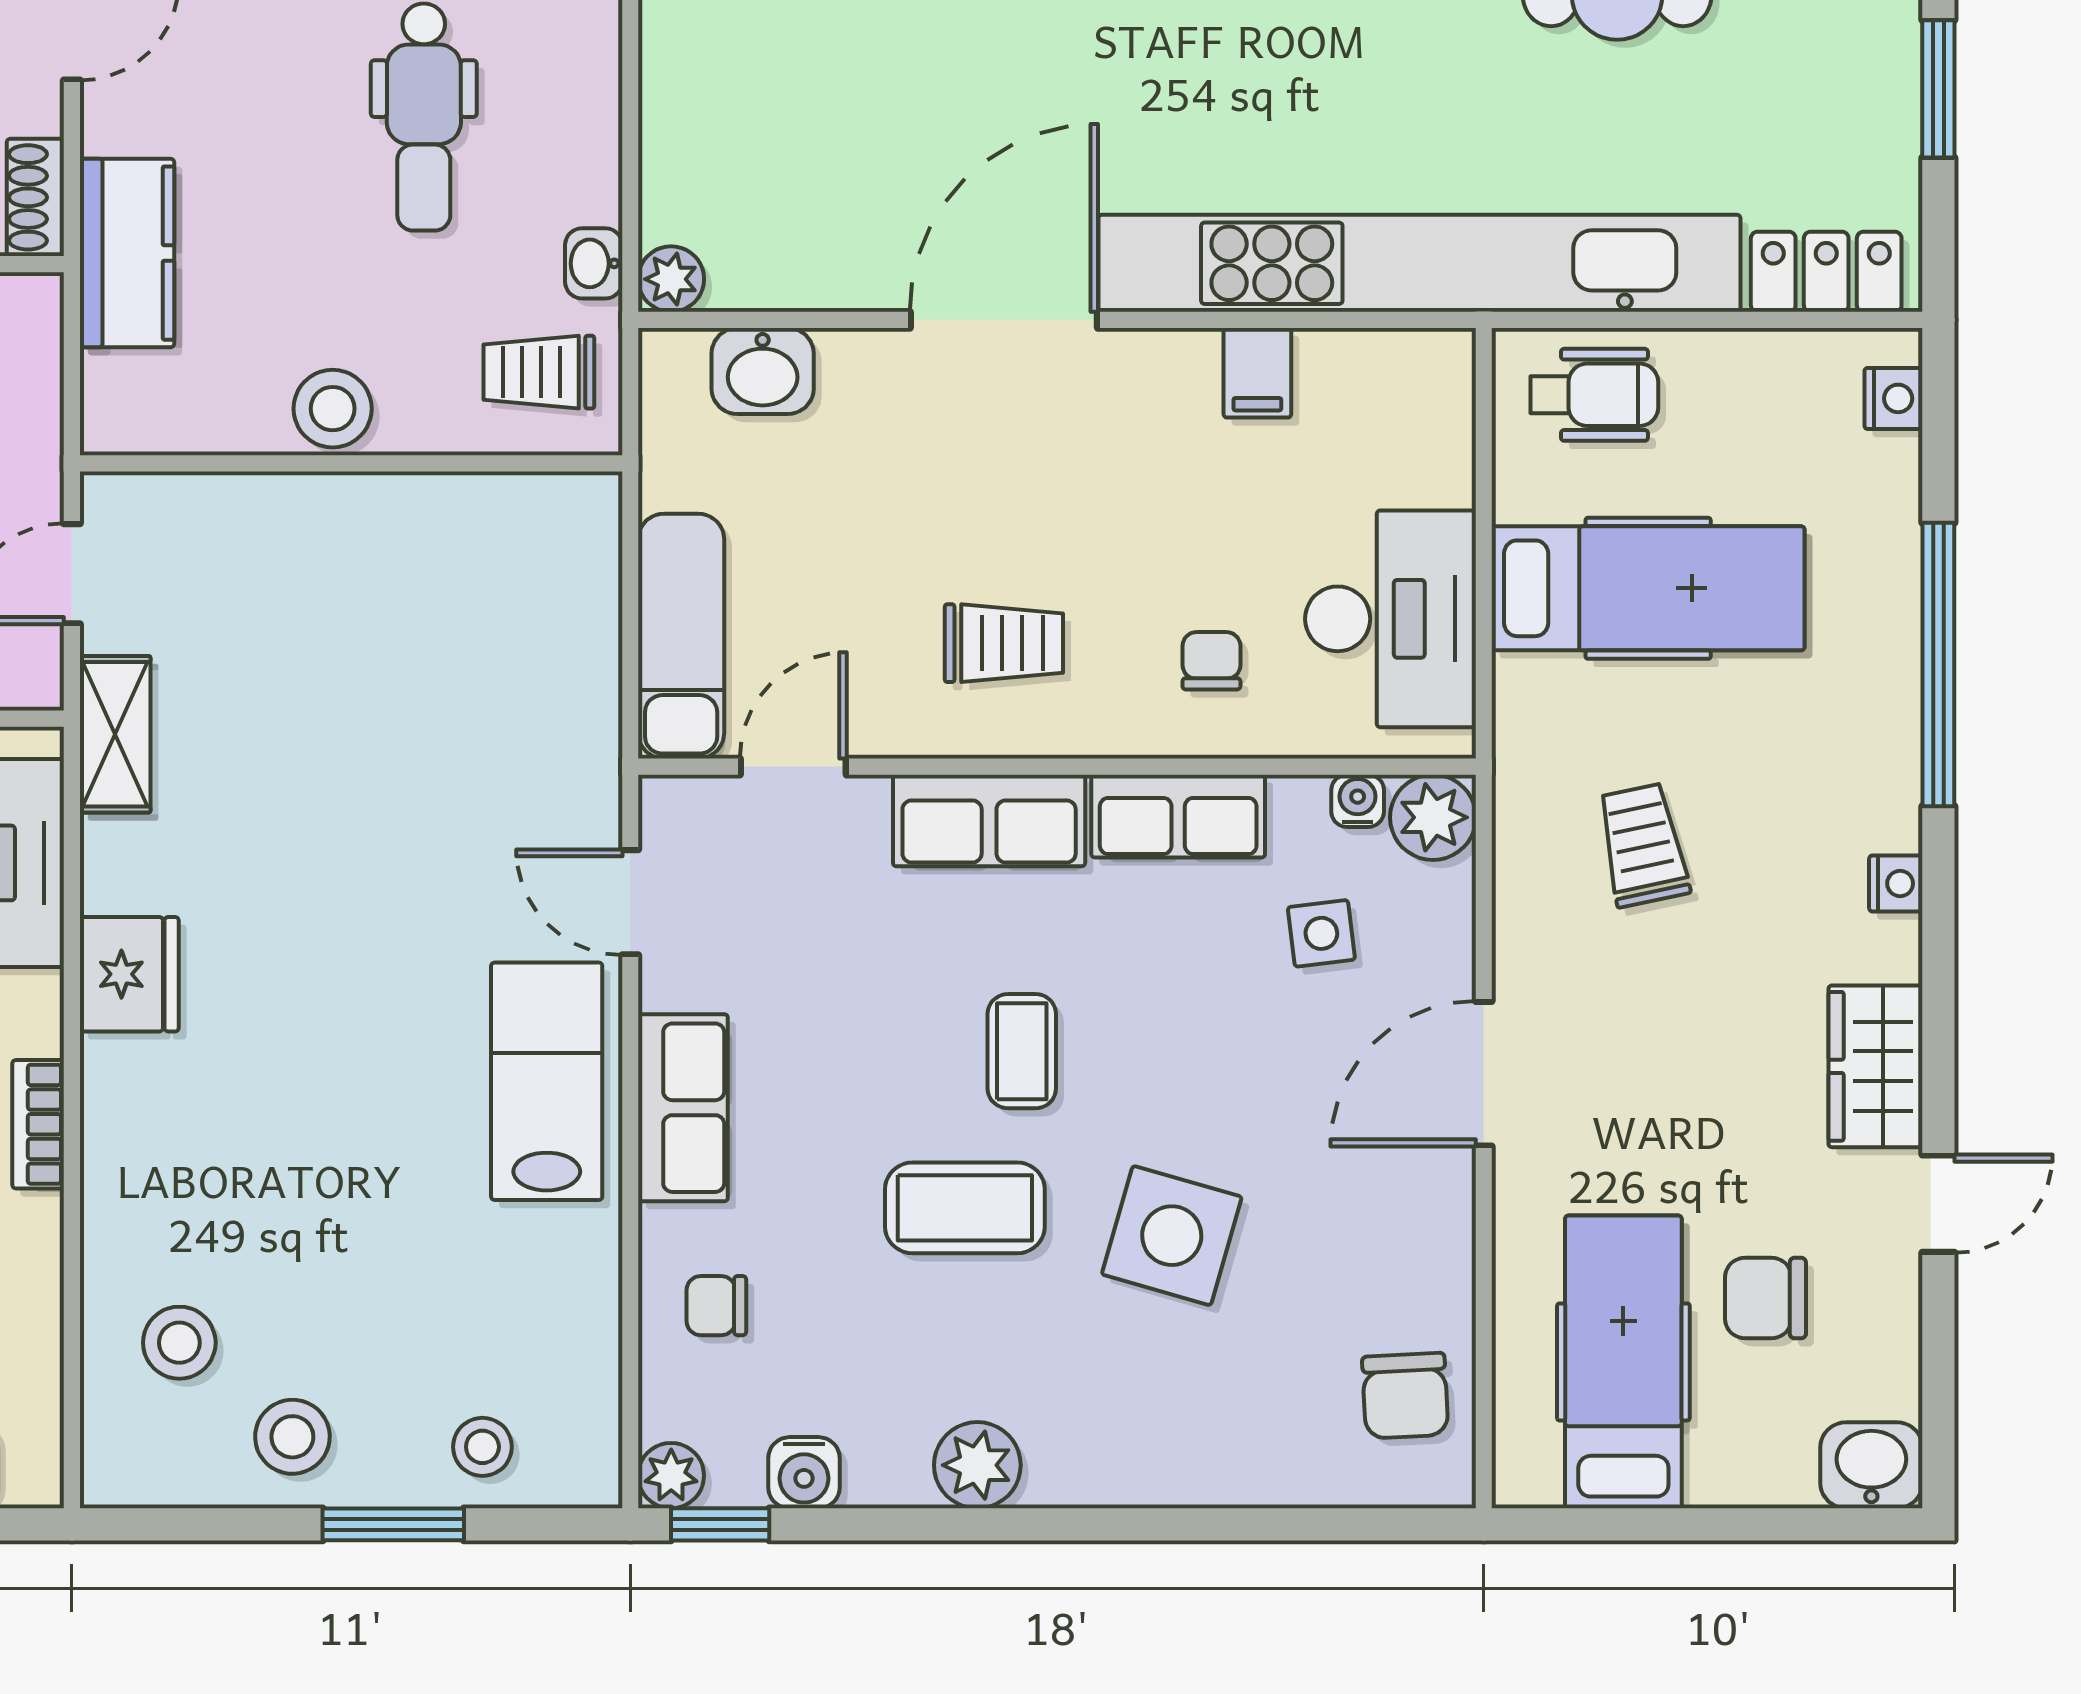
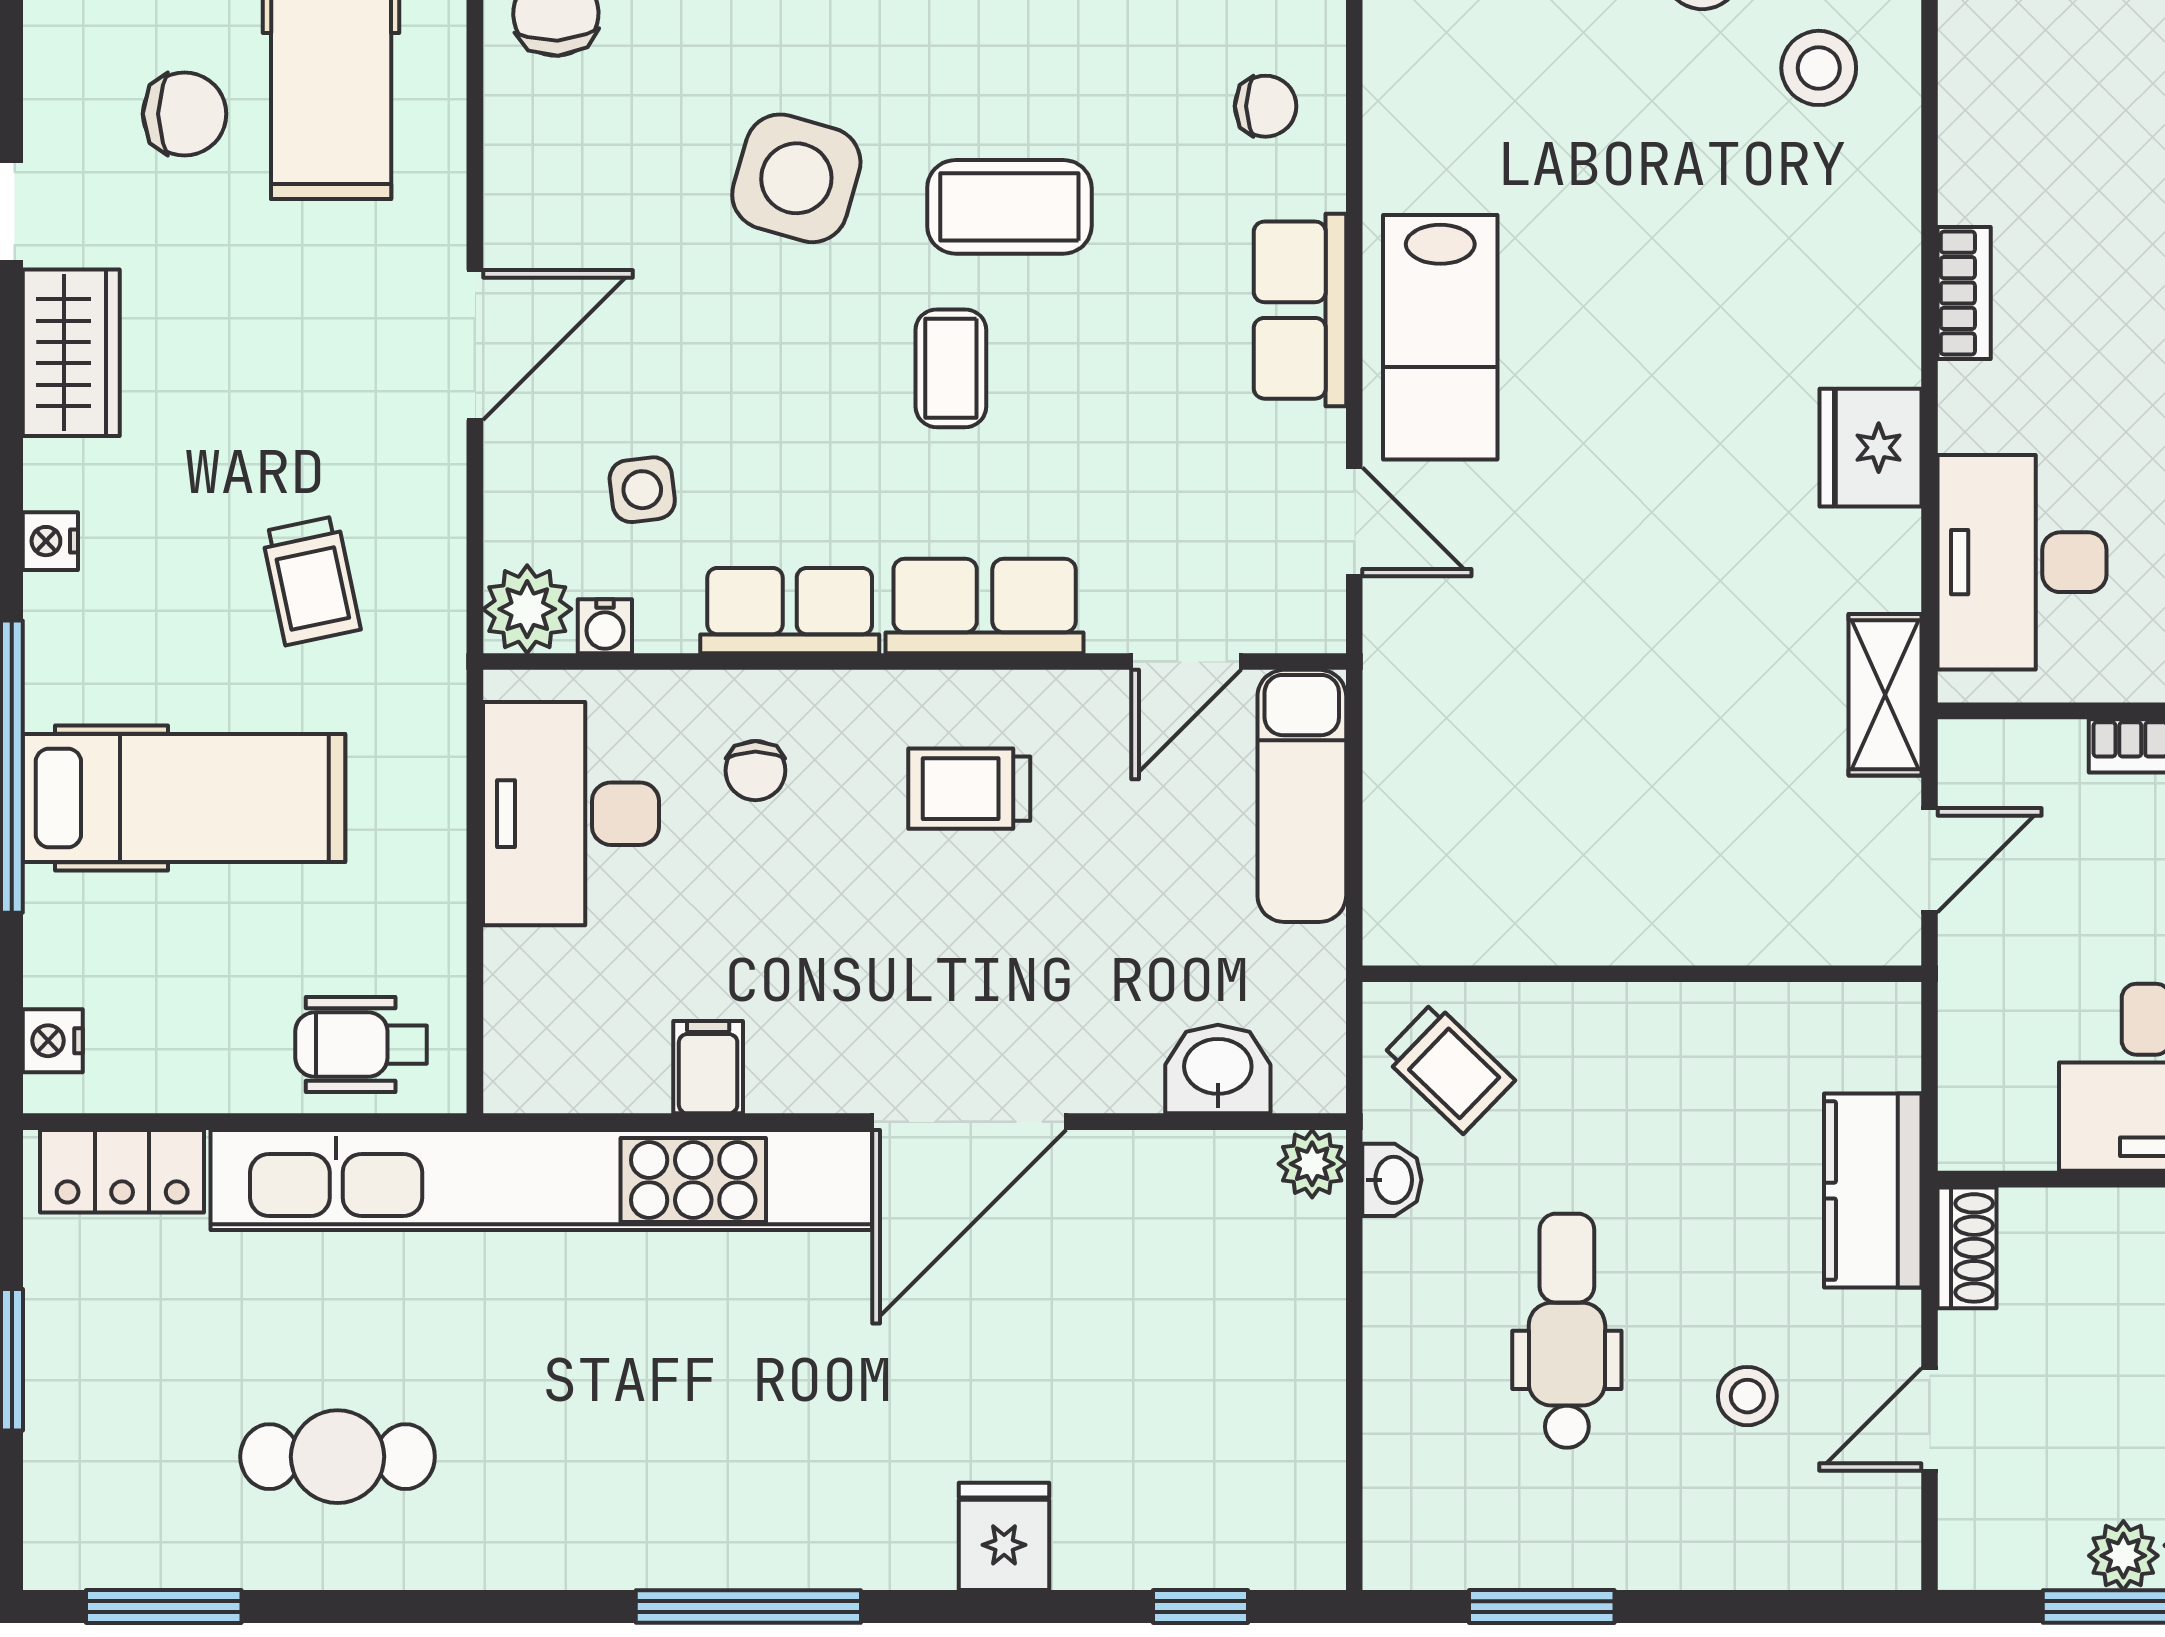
trolley: (539, 372) -> (1448, 1068), turned 44
stool: (333, 409) -> (1747, 1396), moved, width x0.73, depth x0.73
hospital bed: (1648, 588) -> (184, 798), moved, turned 180

